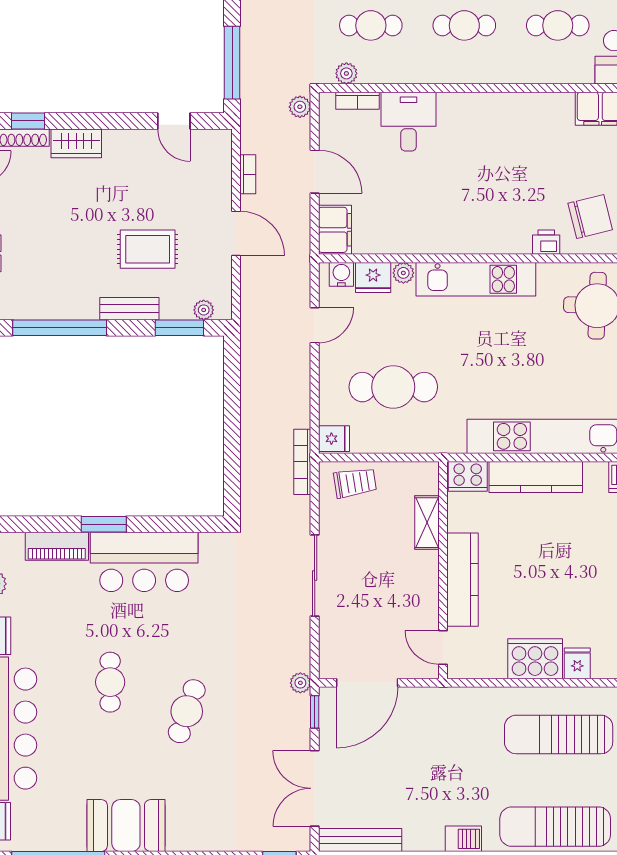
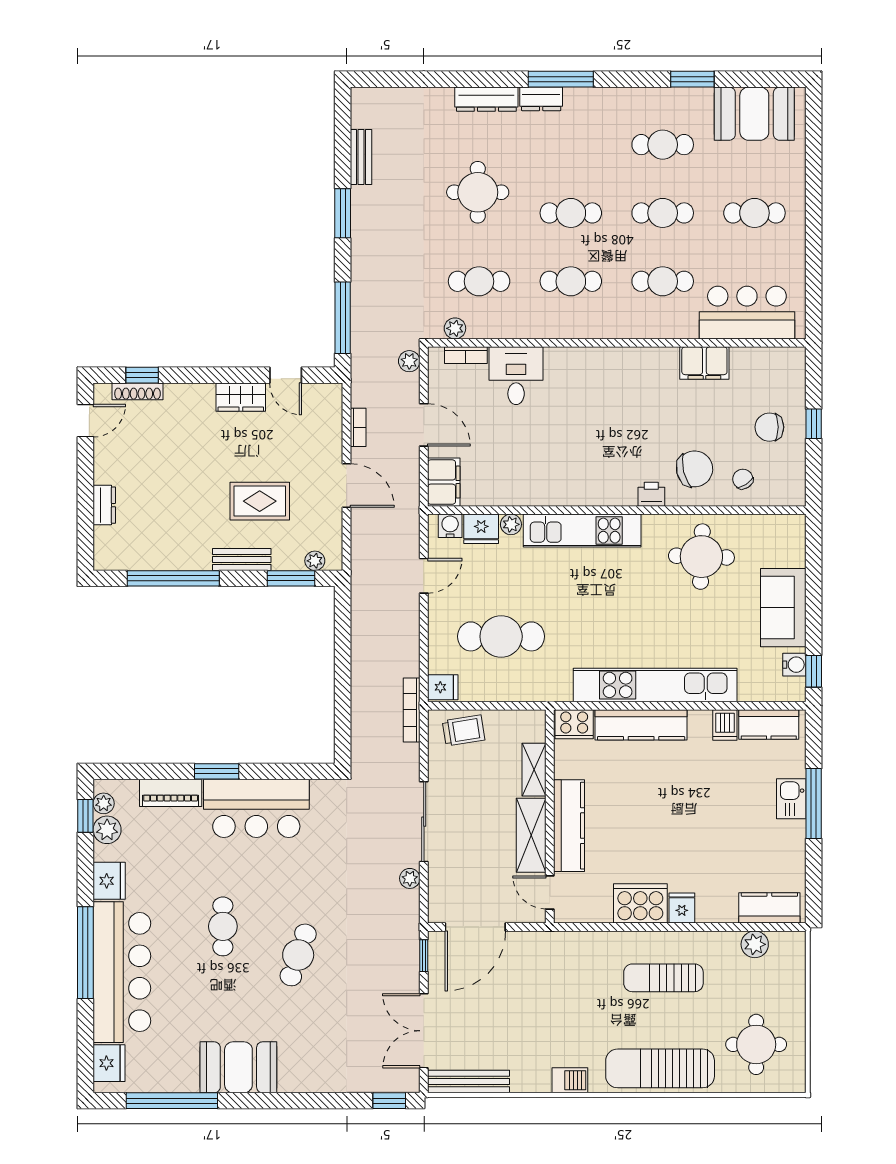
wardrobe: (76, 143) -> (241, 397), moved
shelving: (424, 589) -> (531, 835), added
plant: (300, 683) -> (410, 878), moved
sun lounger: (559, 734) -> (663, 978), width x0.73, depth x0.75

